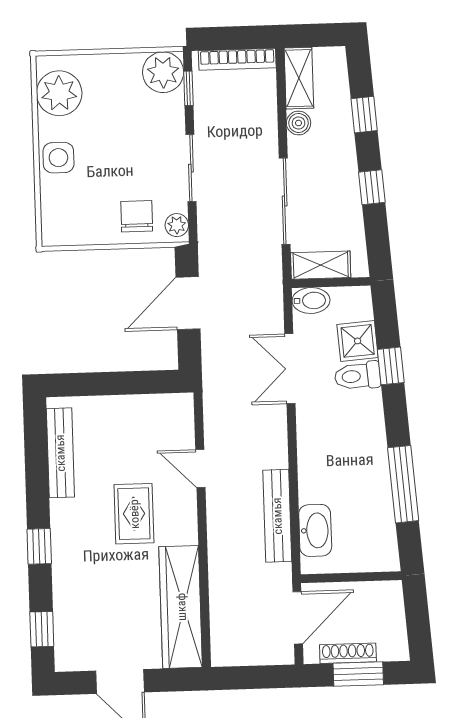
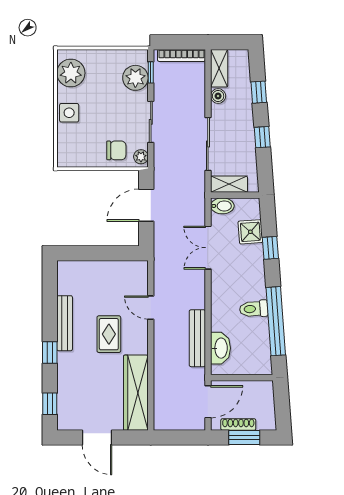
plant: (163, 72) -> (135, 78), moved
chair: (137, 216) -> (116, 150), turned 90
toilet: (358, 376) -> (254, 309), moved
bench: (60, 453) -> (65, 323), moved
window: (403, 484) -> (276, 321), width x1.46

